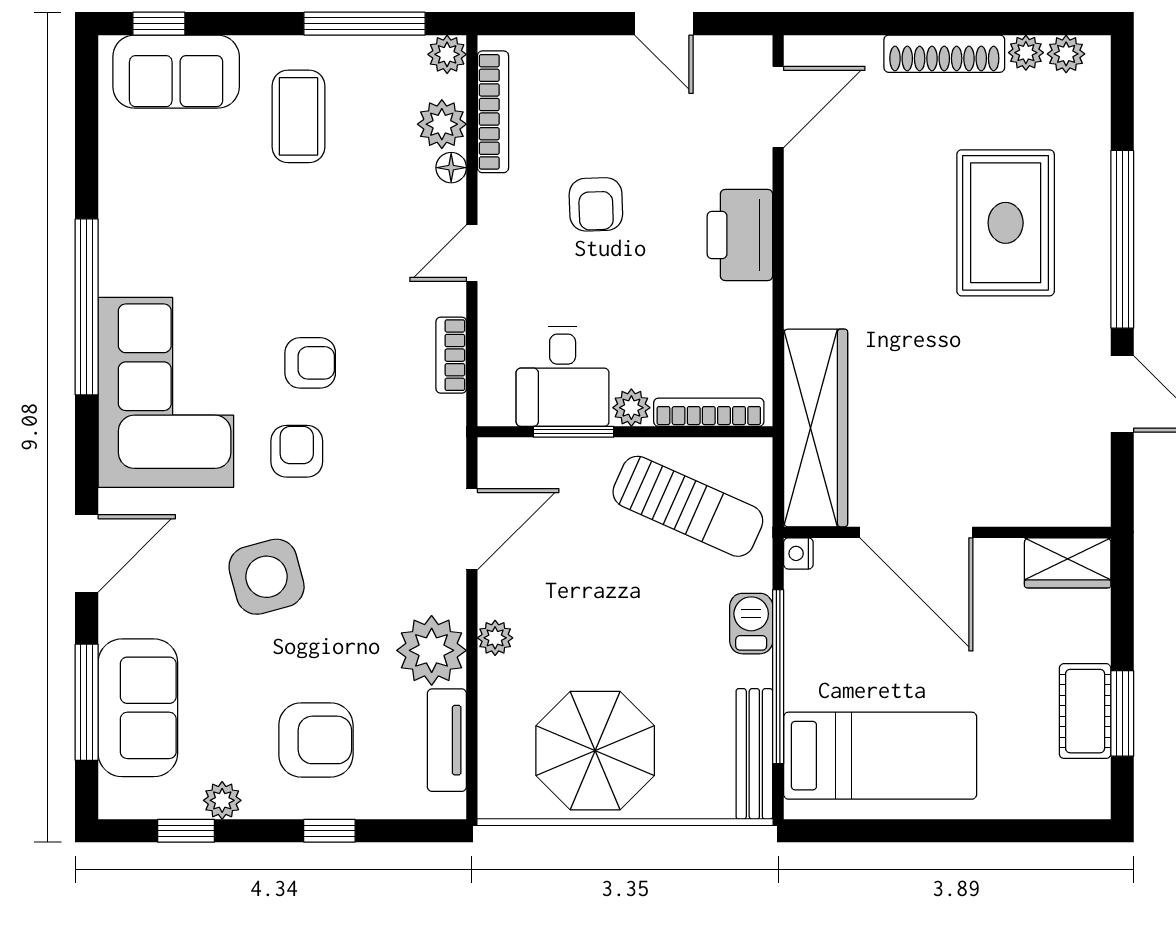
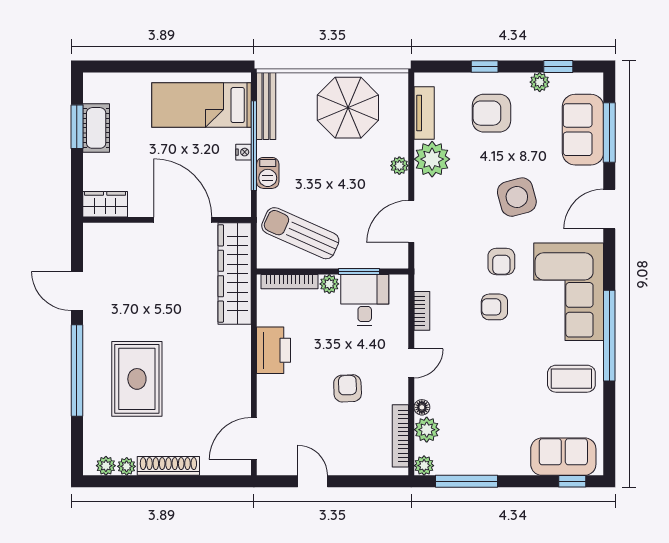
coffee table: (298, 116) -> (571, 379), moved, turned 90
printer: (740, 235) -> (274, 350), moved
nightstand: (798, 553) -> (243, 152), moved

